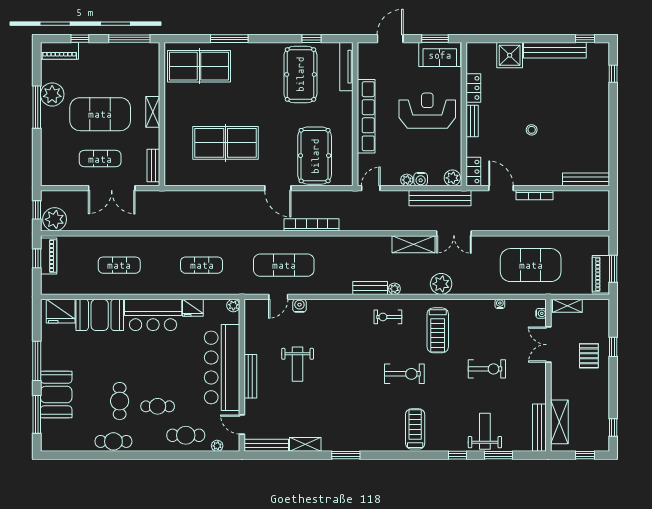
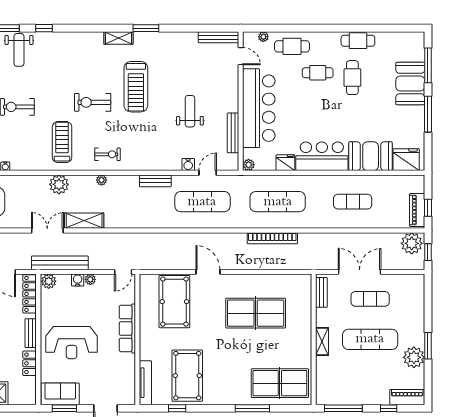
window: (37, 107) -> (428, 346), width x0.69
exercise mat: (100, 114) -> (370, 339), width x0.68
row of seats: (366, 116) -> (127, 328), width x0.73
locker: (473, 172) -> (30, 294), width x1.53
bookcase: (312, 225) -> (272, 238), moved
exercise mat: (202, 265) -> (278, 202), width x1.36, depth x1.45
bench: (370, 288) -> (155, 181), moved
bench: (250, 376) -> (233, 133), moved
treadmill: (415, 429) -> (136, 87), moved, width x1.37, depth x1.38
shelving: (305, 444) -> (118, 38), moved

